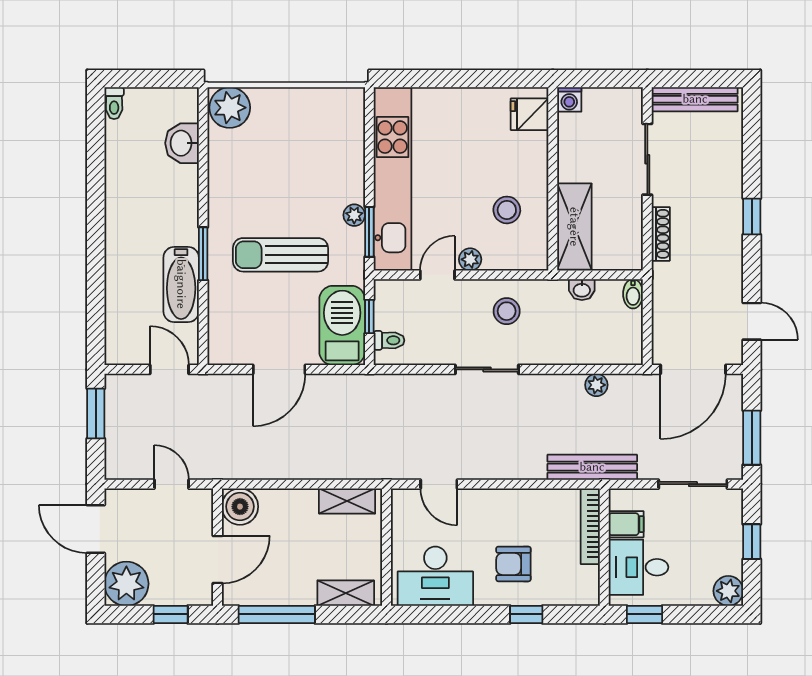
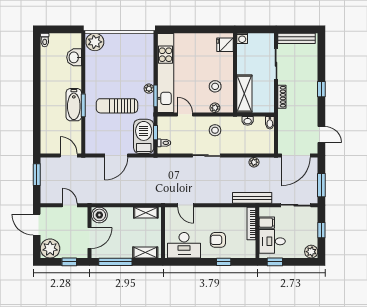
plant: (470, 259) -> (215, 108), moved
door: (437, 275) -> (185, 114), hinge flipped
bathtub: (181, 284) -> (74, 105), moved

